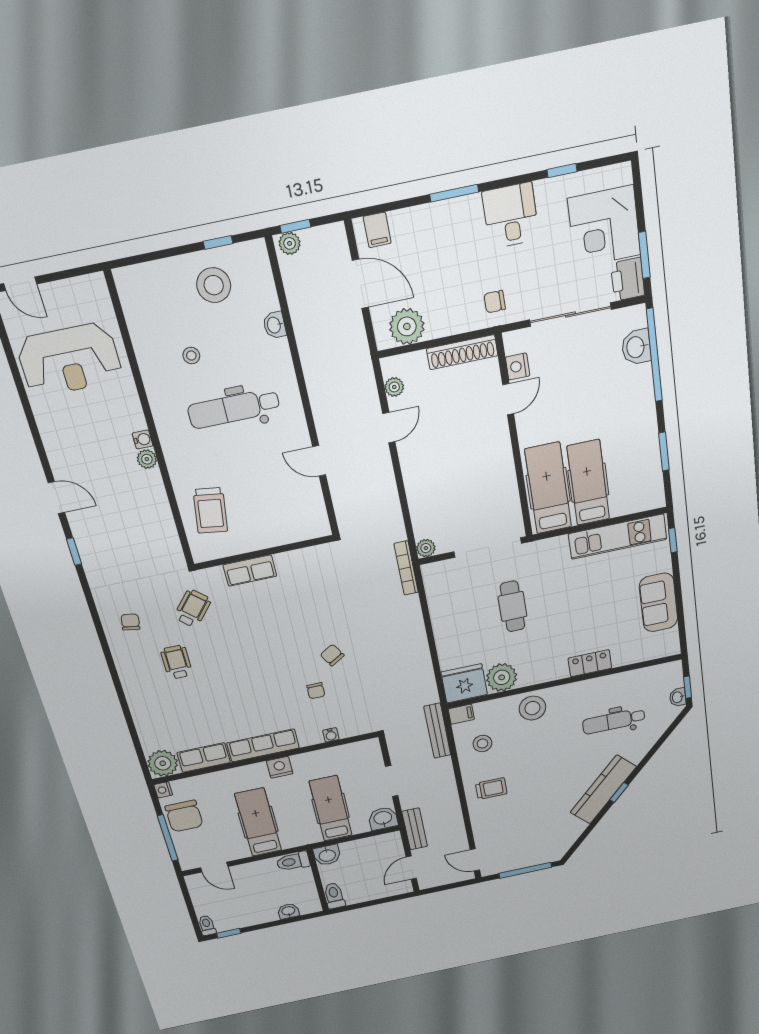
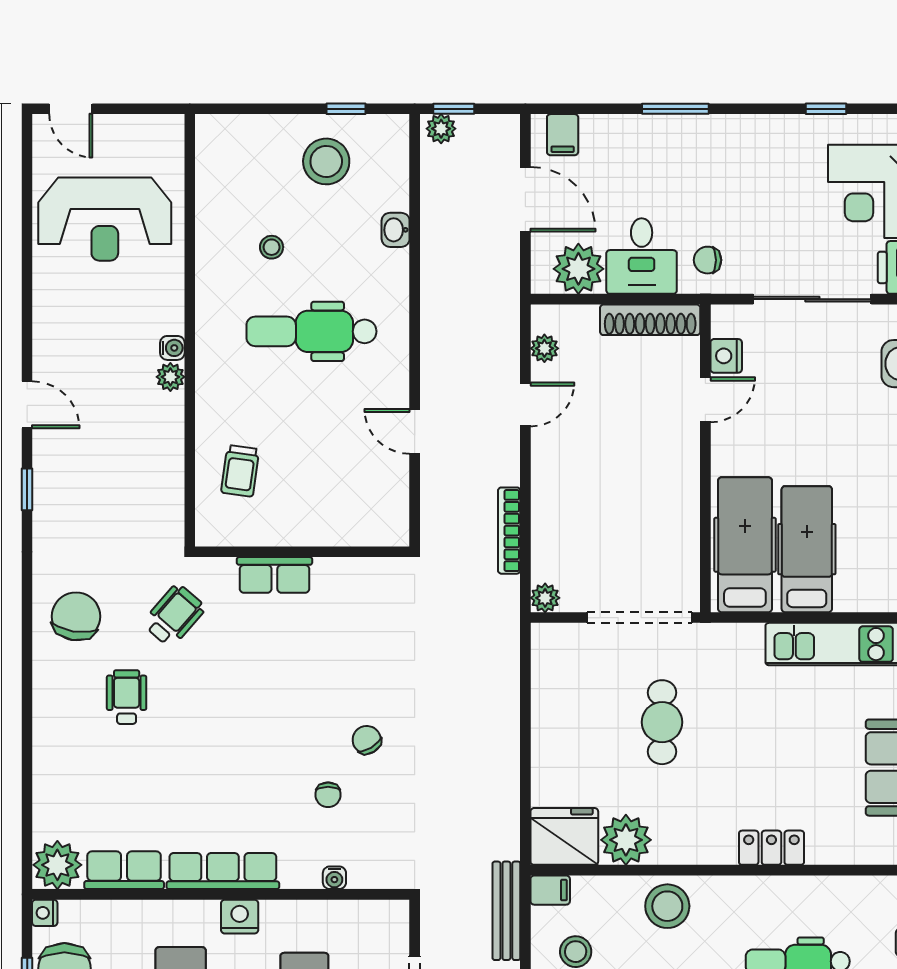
desk: (511, 216) -> (642, 256), moved, turned 180
trolley: (210, 510) -> (240, 471), width x0.73, depth x0.72
bookcase: (406, 568) -> (509, 531), moved
chair: (130, 622) -> (76, 616), width x1.87, depth x1.87

